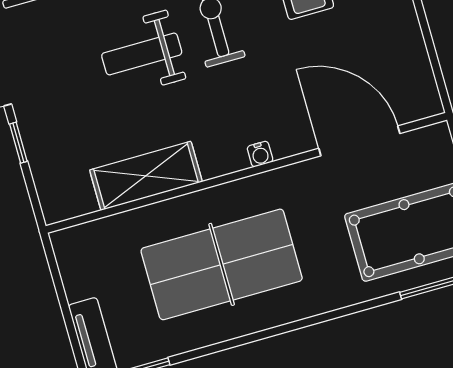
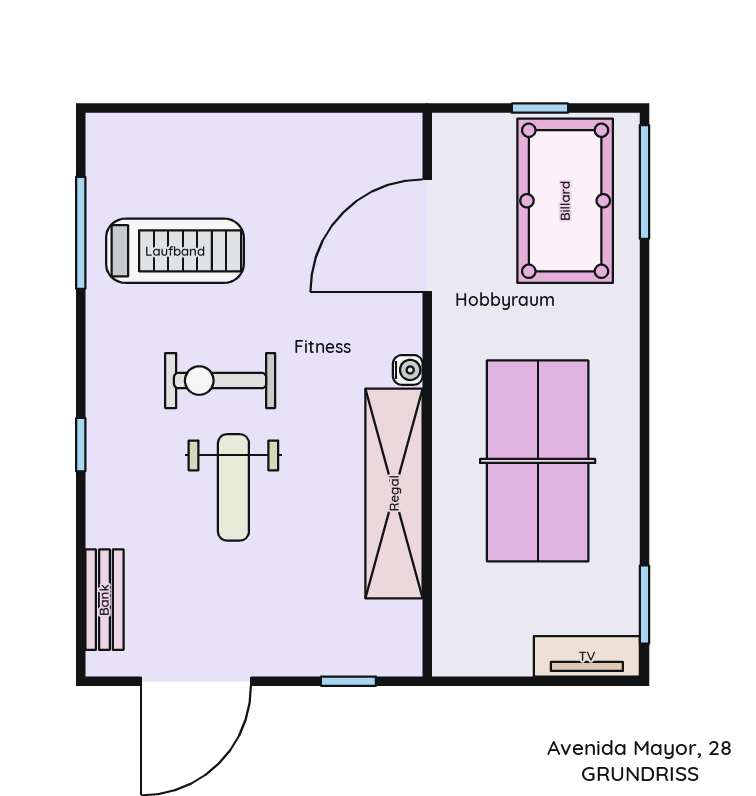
window: (18, 143) -> (348, 681), moved
shelving: (146, 176) -> (394, 493), width x1.47

